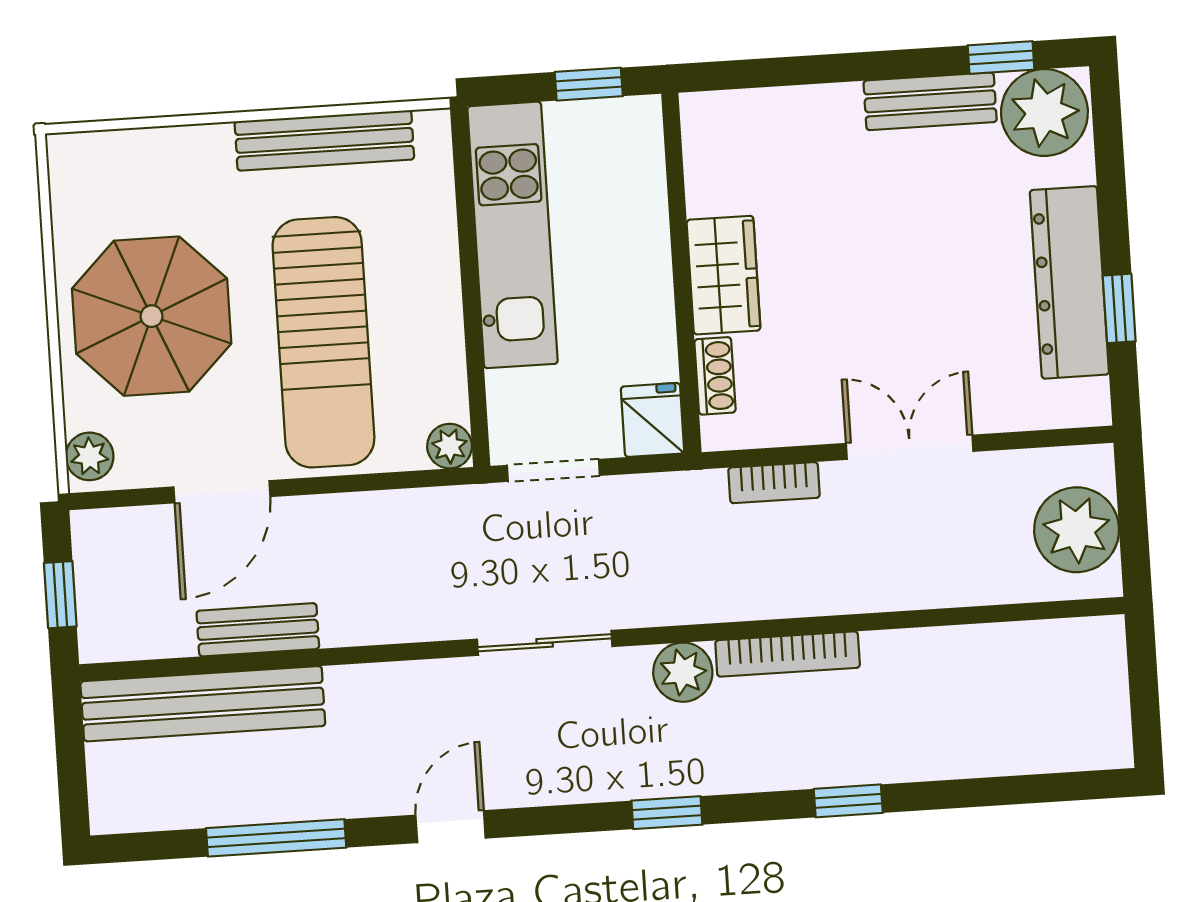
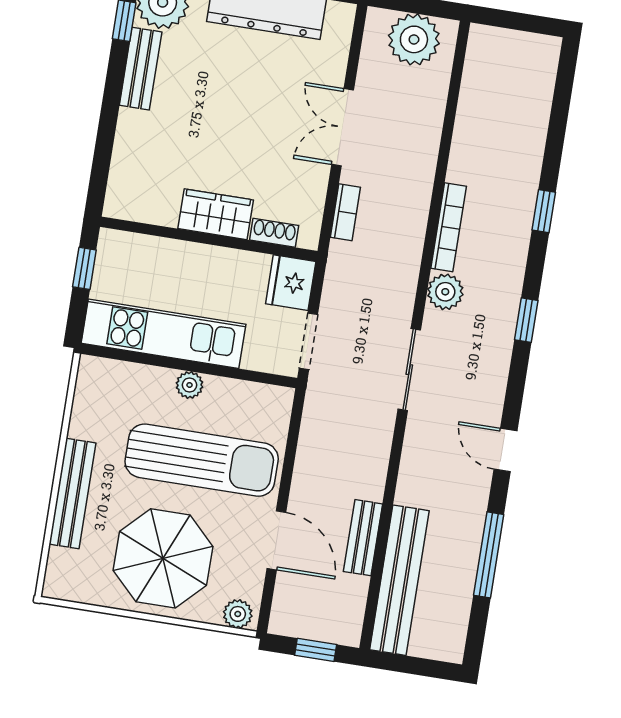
bench: (324, 140) -> (72, 494), moved
fridge: (653, 420) -> (291, 283), width x1.38
plant: (450, 446) -> (190, 385), moved

